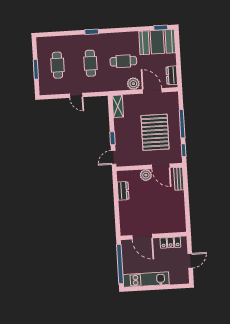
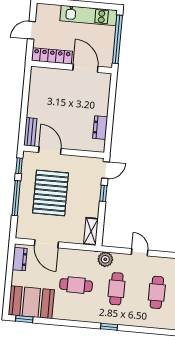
plant: (133, 84) -> (105, 259), moved
plant: (146, 175) -> (70, 142), removed
locker: (170, 243) -> (52, 56), width x1.53

